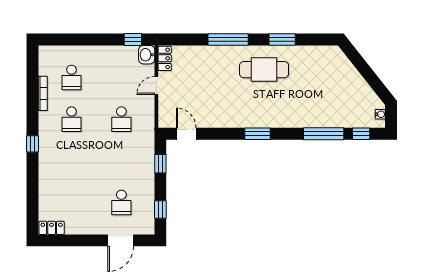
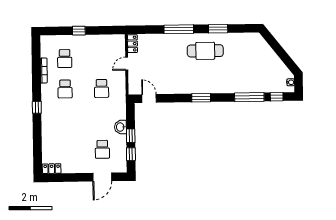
window: (133, 40) -> (79, 31), moved
washbasin: (147, 55) -> (120, 127), moved
window: (160, 164) -> (131, 136), moved

